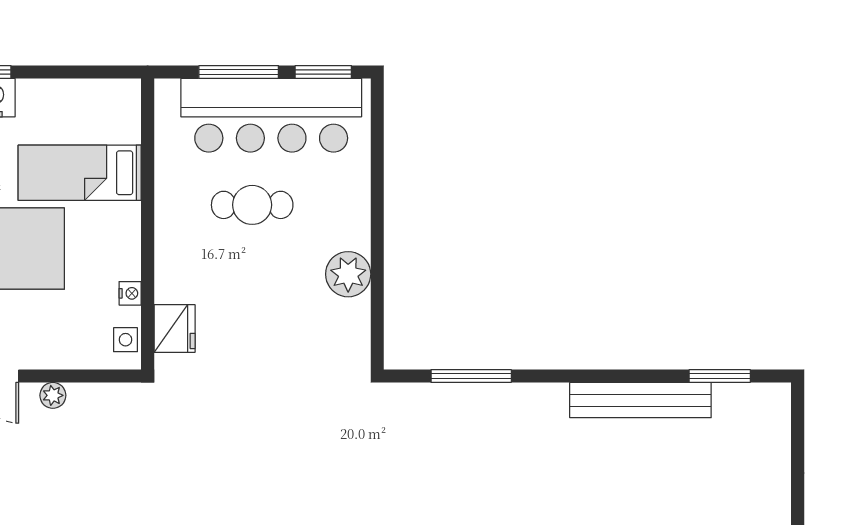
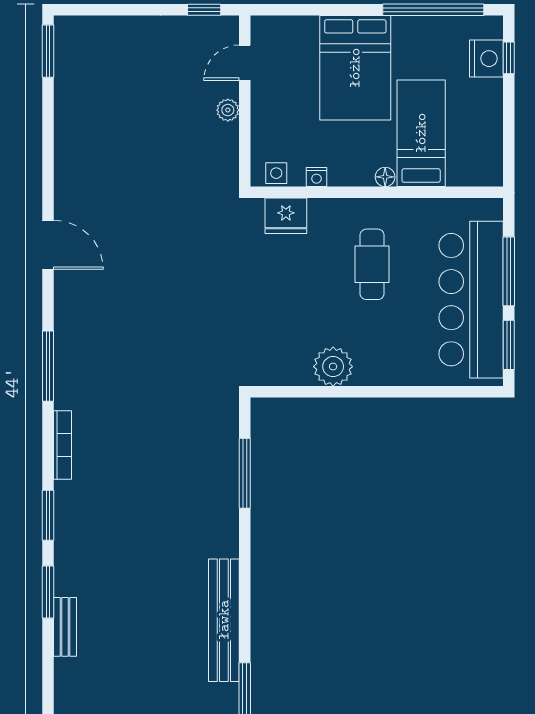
cafe table: (252, 205) -> (372, 264), moved
floor lamp: (130, 214) -> (385, 177), added

